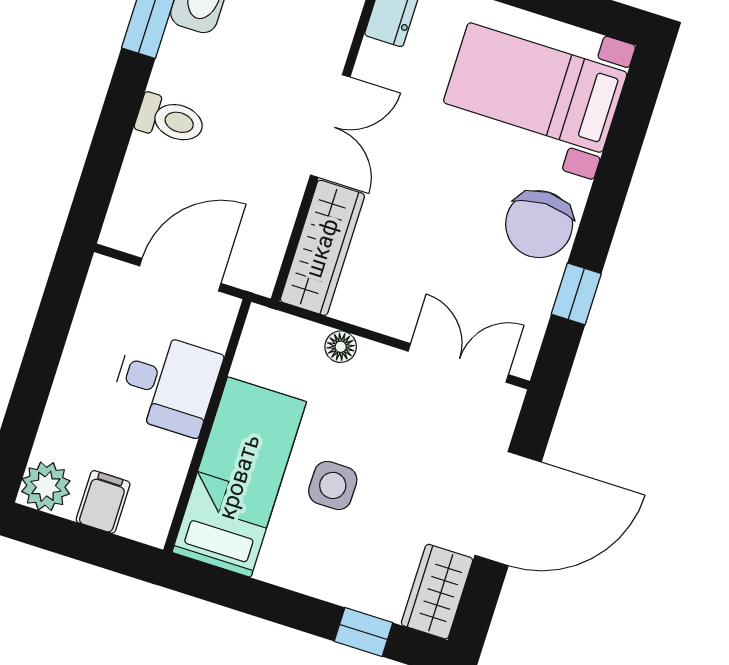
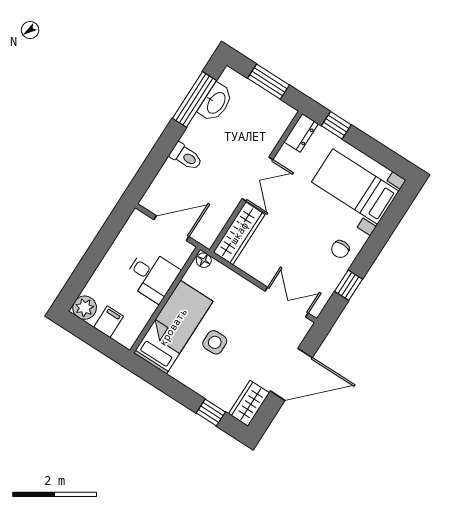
chair: (539, 224) -> (340, 249), width x0.54, depth x0.54
floor lamp: (341, 347) -> (204, 260), moved

